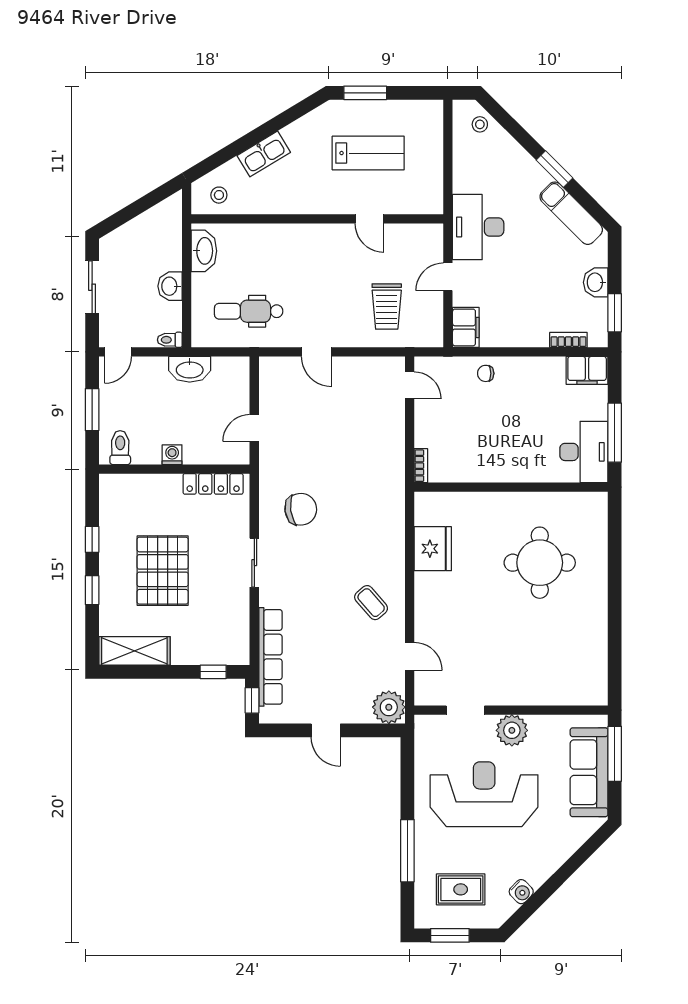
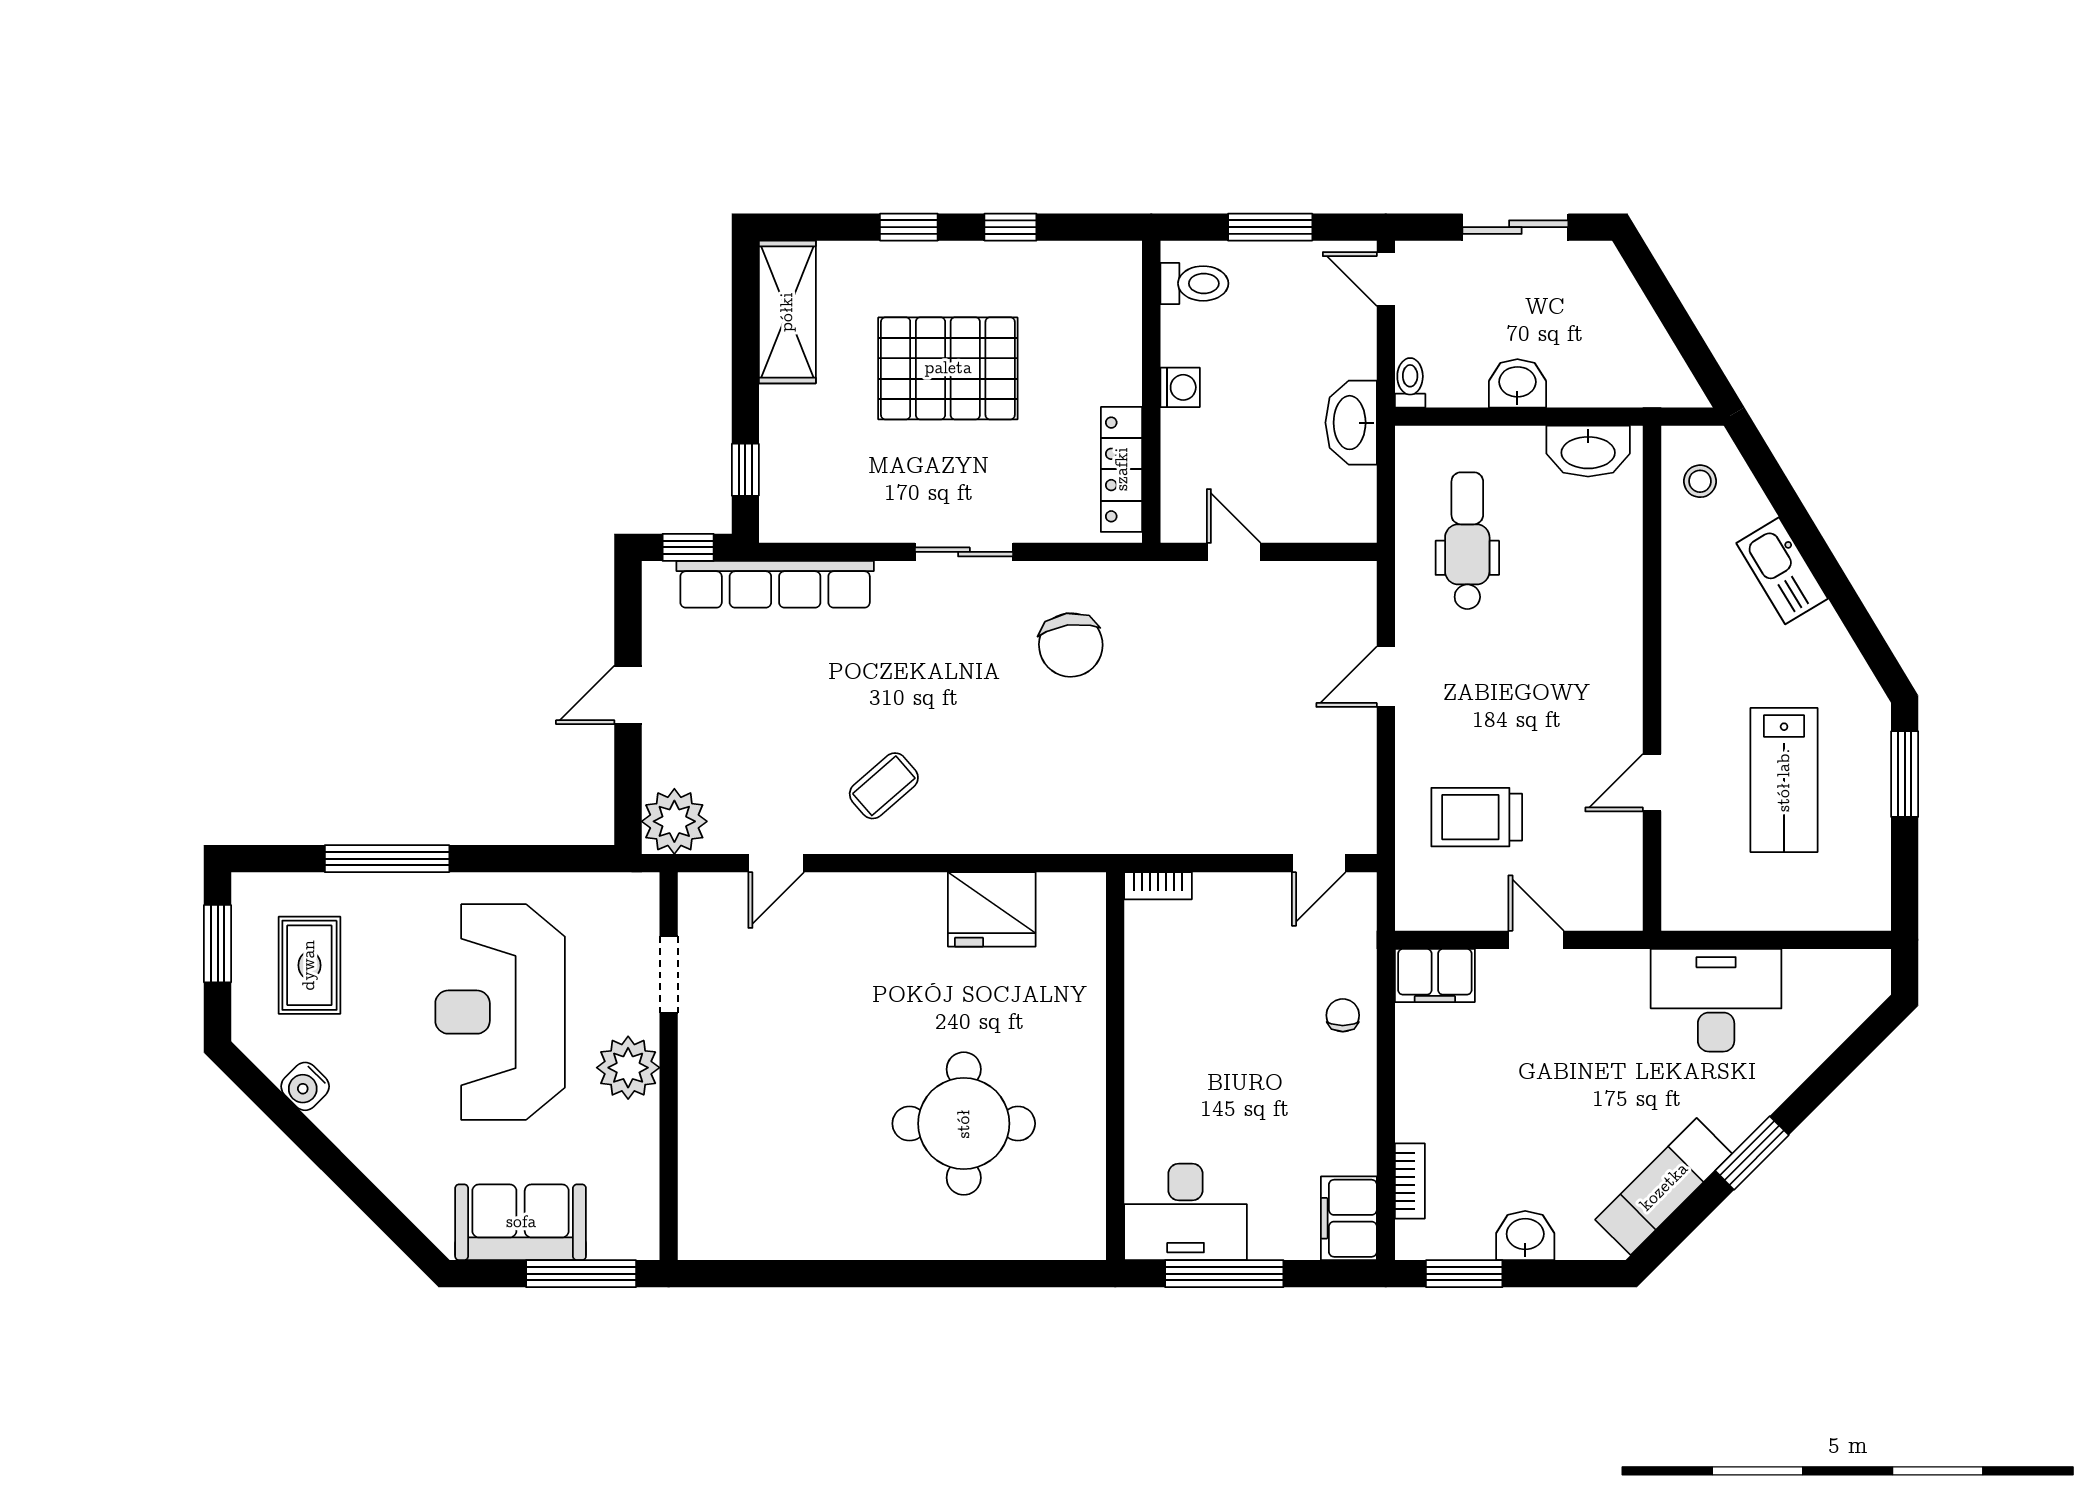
stool: (480, 124) -> (1841, 1004), removed
desk: (478, 227) -> (1716, 1000), moved
sofa: (589, 772) -> (521, 1222), width x0.73
reception desk: (484, 794) -> (500, 1012), turned 180

